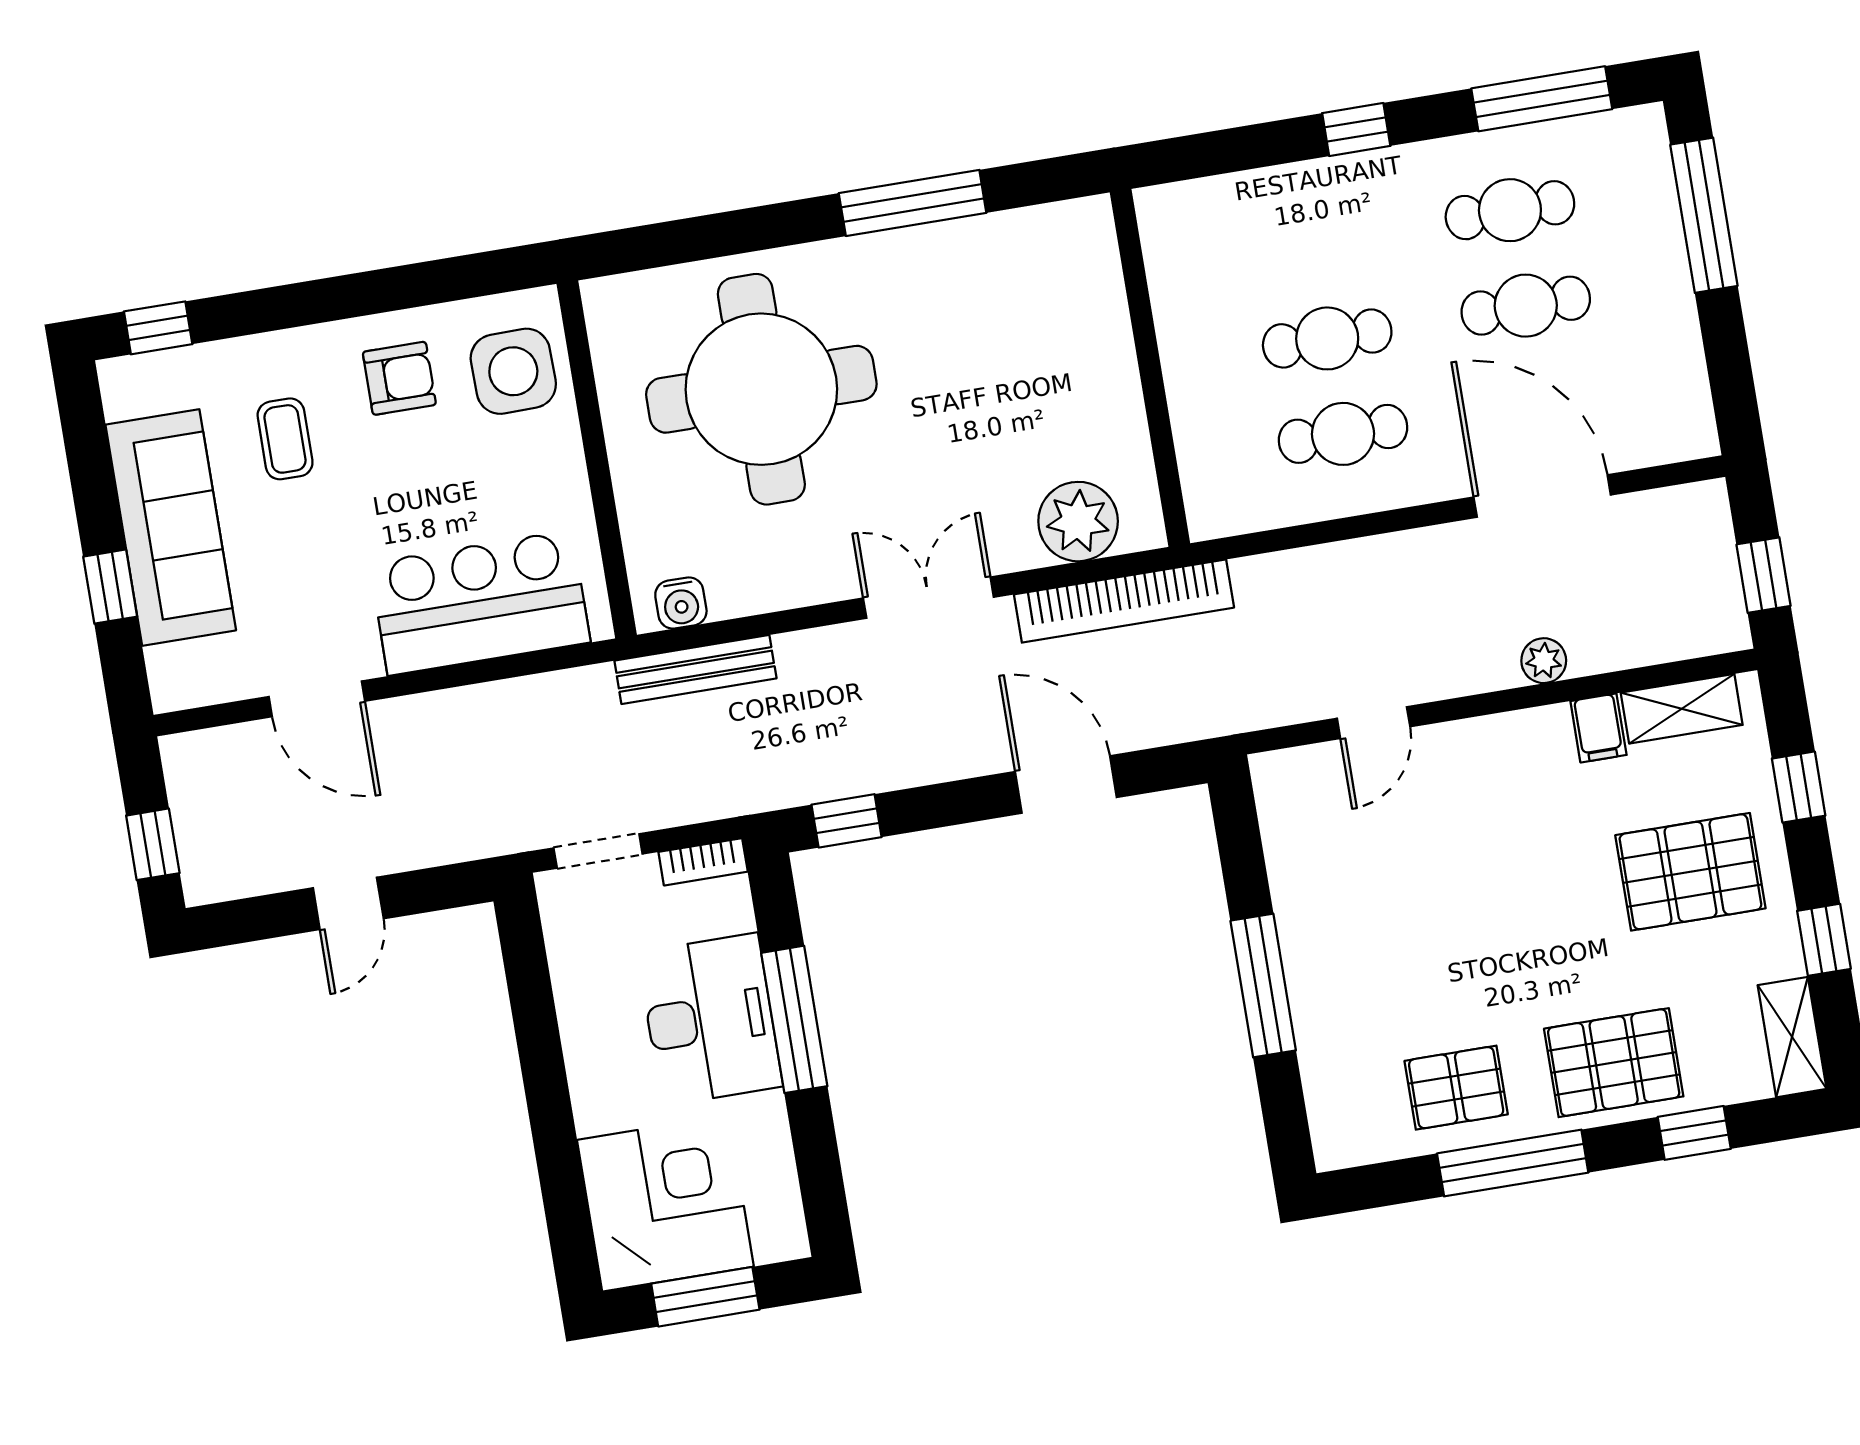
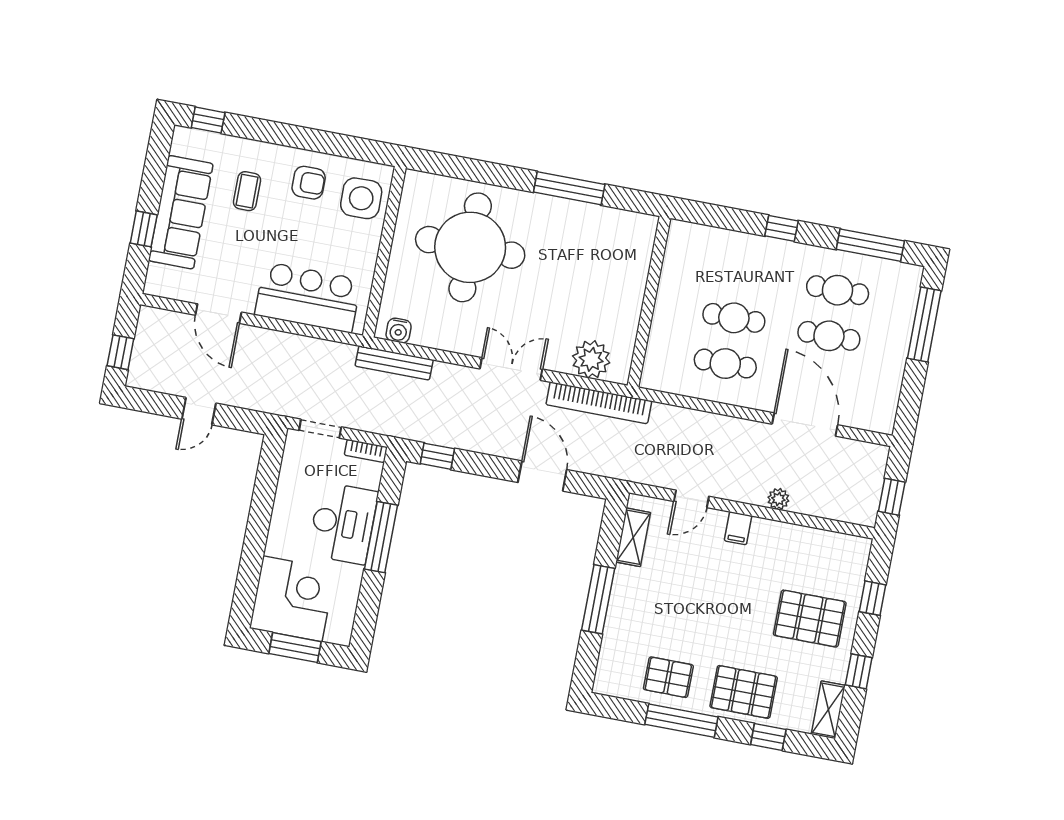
shelving: (1682, 709) -> (633, 537), moved, turned 90
filing cabinet: (1598, 728) -> (738, 528), moved

